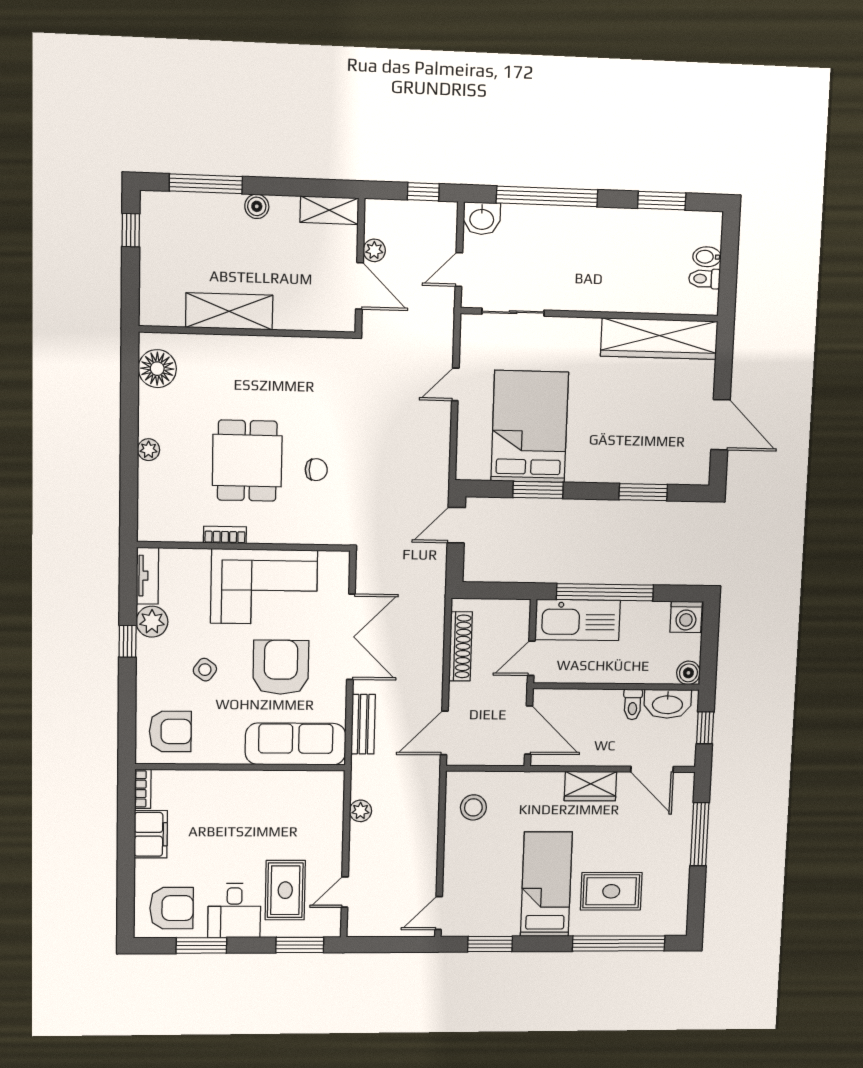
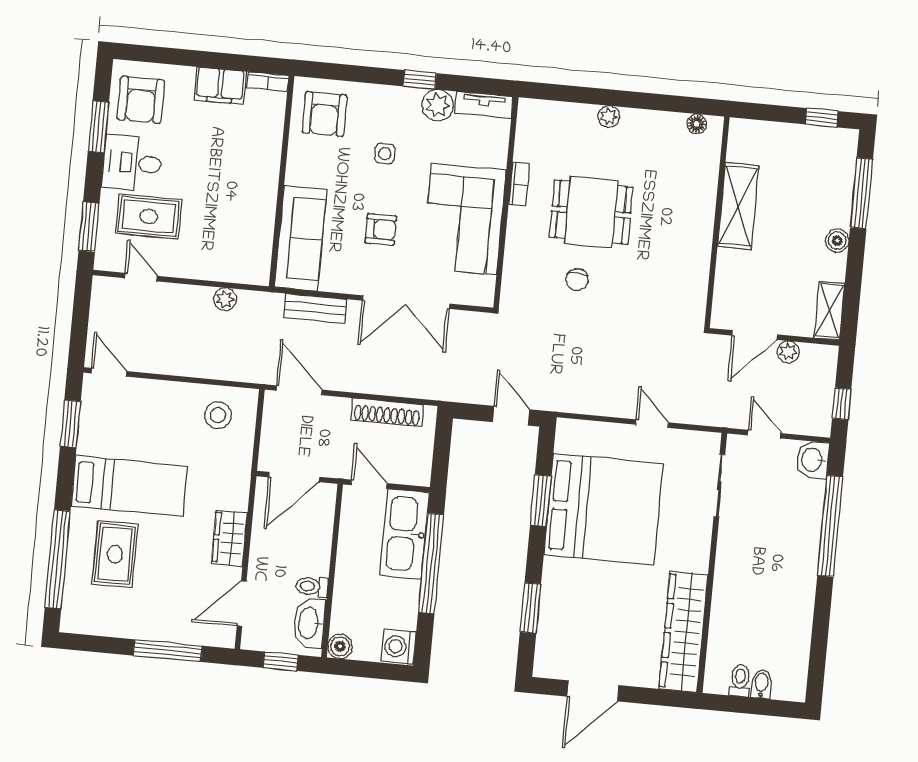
window: (662, 201) -> (819, 641), removed
floor lamp: (157, 369) -> (697, 124), width x0.53, depth x0.53
bed: (530, 427) -> (604, 509), width x1.36
armchair: (281, 667) -> (381, 229), width x0.53, depth x0.53
side table: (205, 670) -> (385, 154), turned -36

